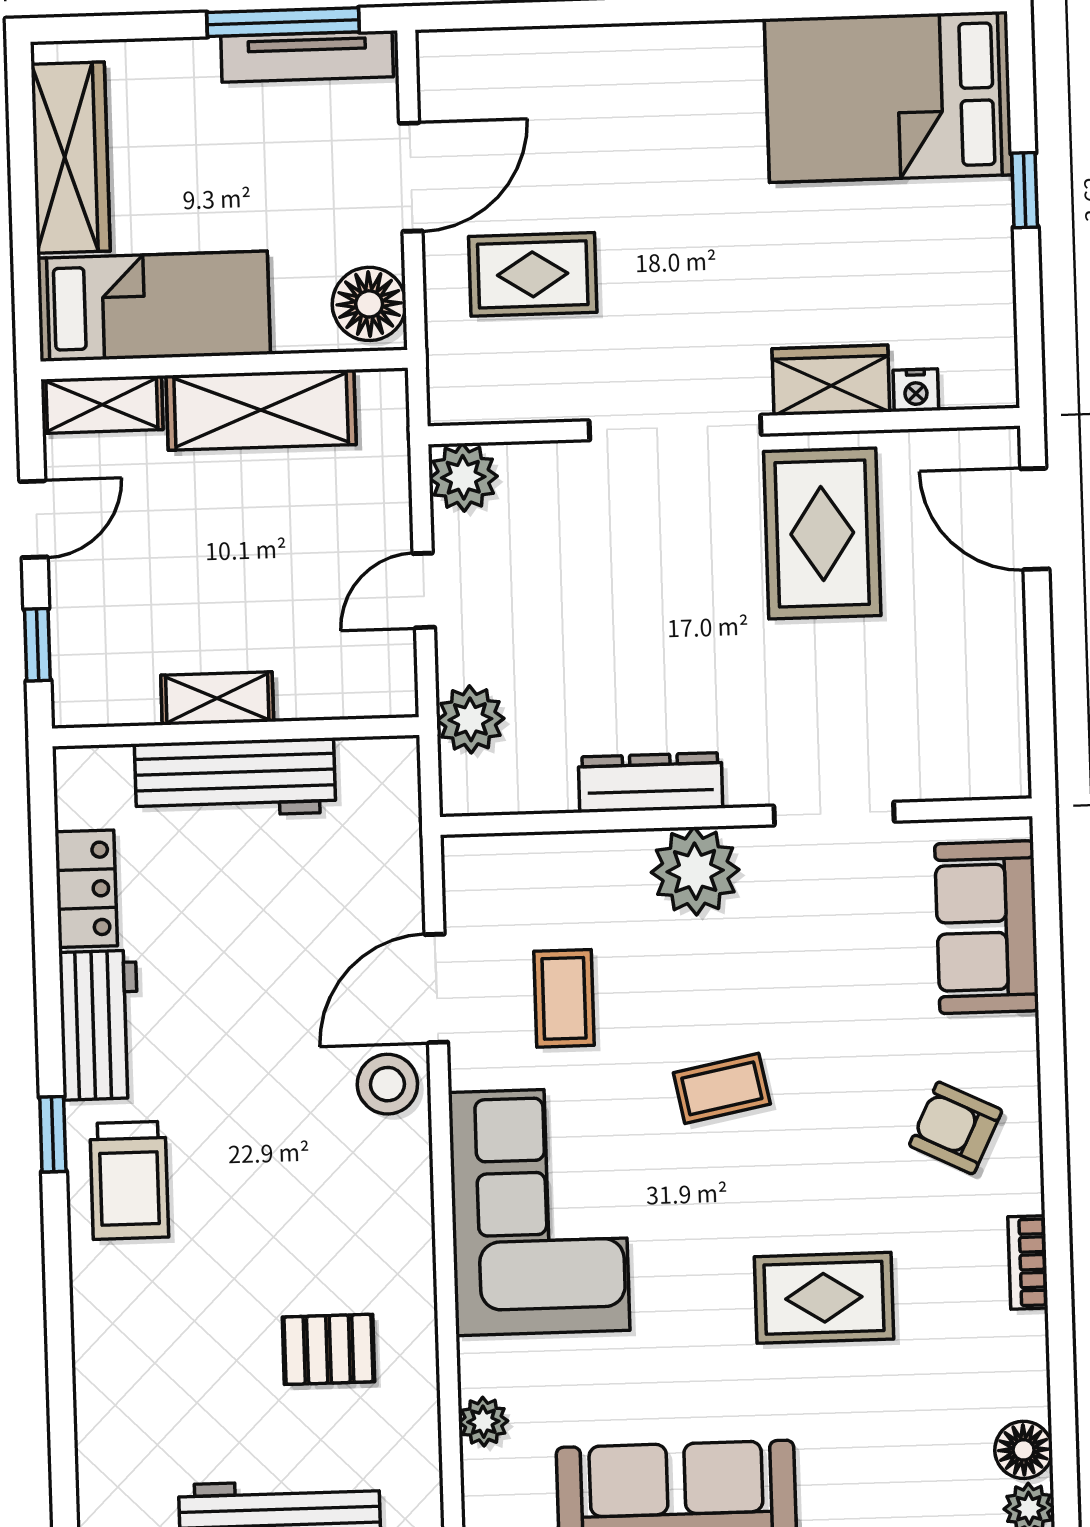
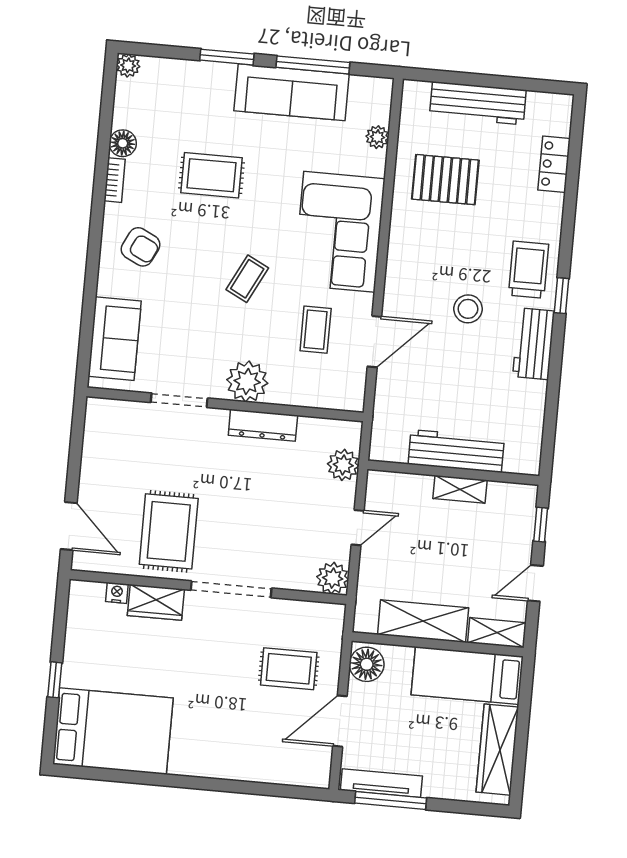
locker: (86, 889) -> (554, 164), moved
stool: (387, 1084) -> (468, 309), moved
coffee table: (722, 1088) -> (247, 279), turned -52
pallet: (328, 1349) -> (445, 180), width x1.50, depth x1.42
floor lamp: (1024, 1450) -> (123, 143), moved

